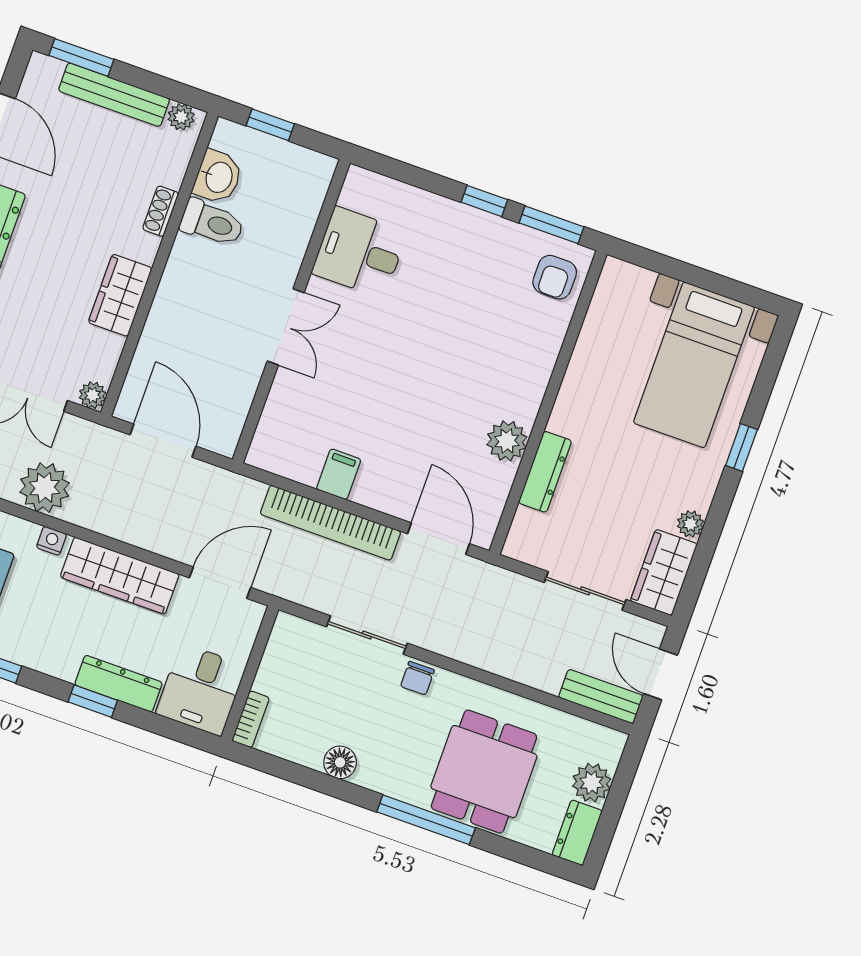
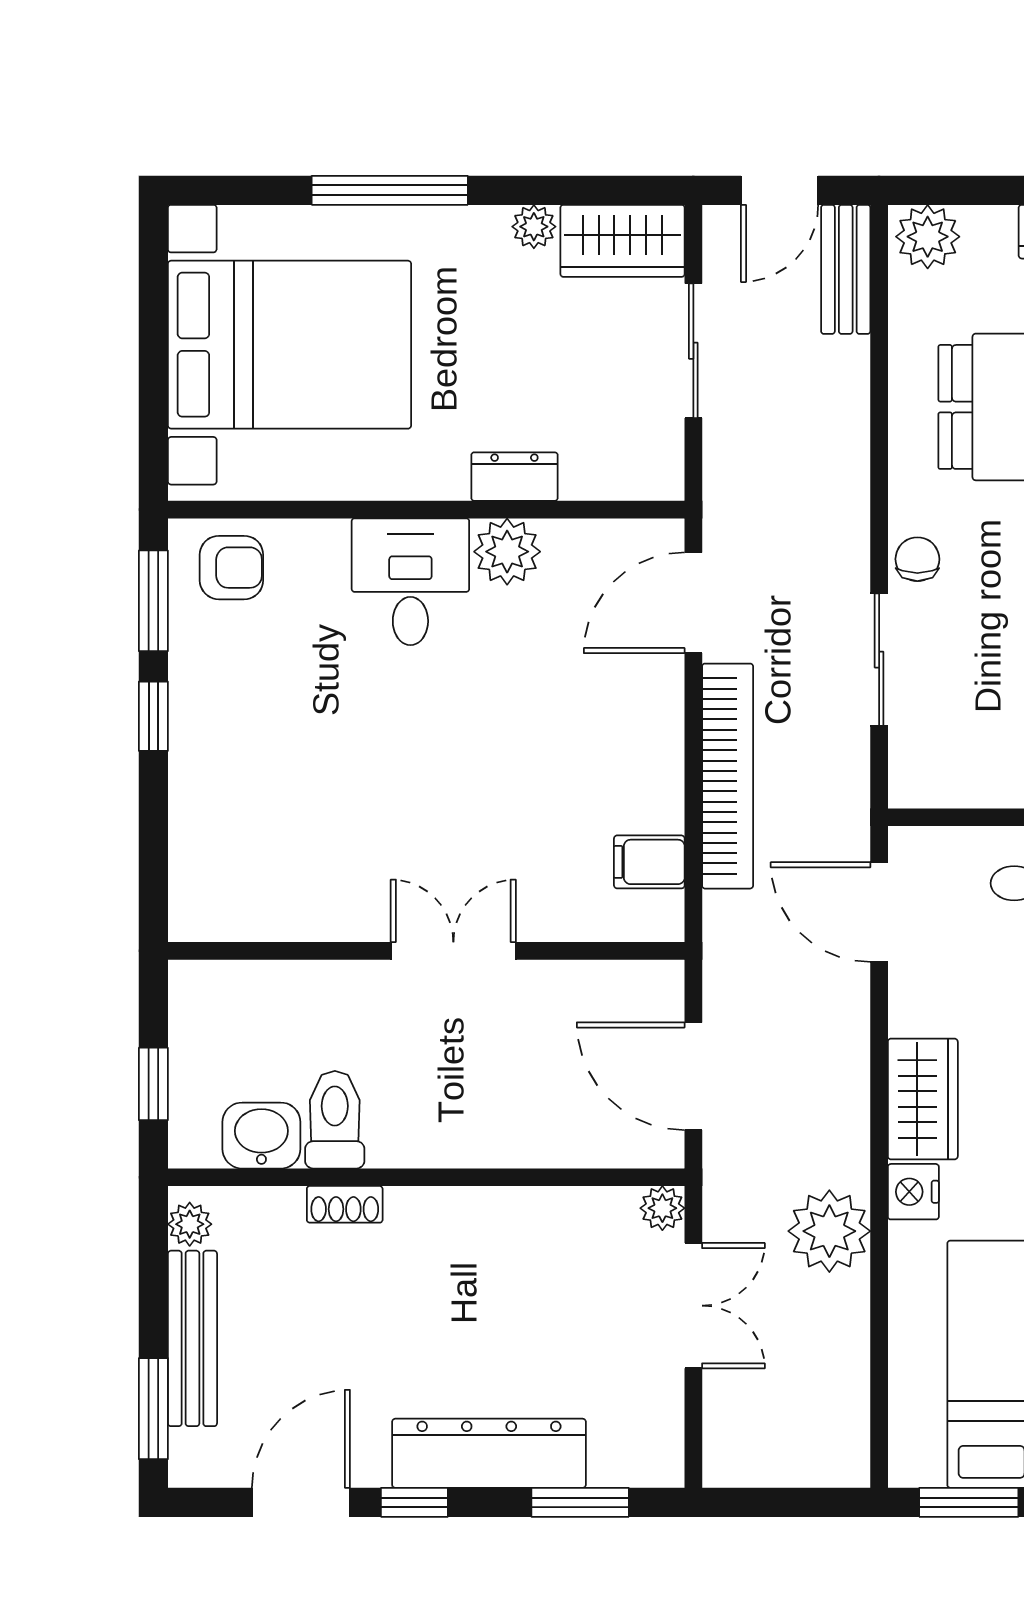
desk: (360, 252) -> (410, 582), moved, turned 180
wardrobe: (120, 295) -> (495, 1220), removed
bed with nightstands: (694, 365) -> (290, 345), width x1.36
door: (163, 441) -> (693, 1076), hinge flipped
window: (741, 448) -> (390, 190), width x2.17
dresser: (545, 472) -> (514, 477), width x0.70
filing cabinet: (339, 474) -> (649, 862), moved
nightstand: (51, 541) -> (913, 1192), width x1.39, depth x1.35
wardrobe: (120, 576) -> (923, 1099), width x0.67
chair: (417, 678) -> (917, 559), turned -90
plant: (592, 783) -> (928, 237), moved

